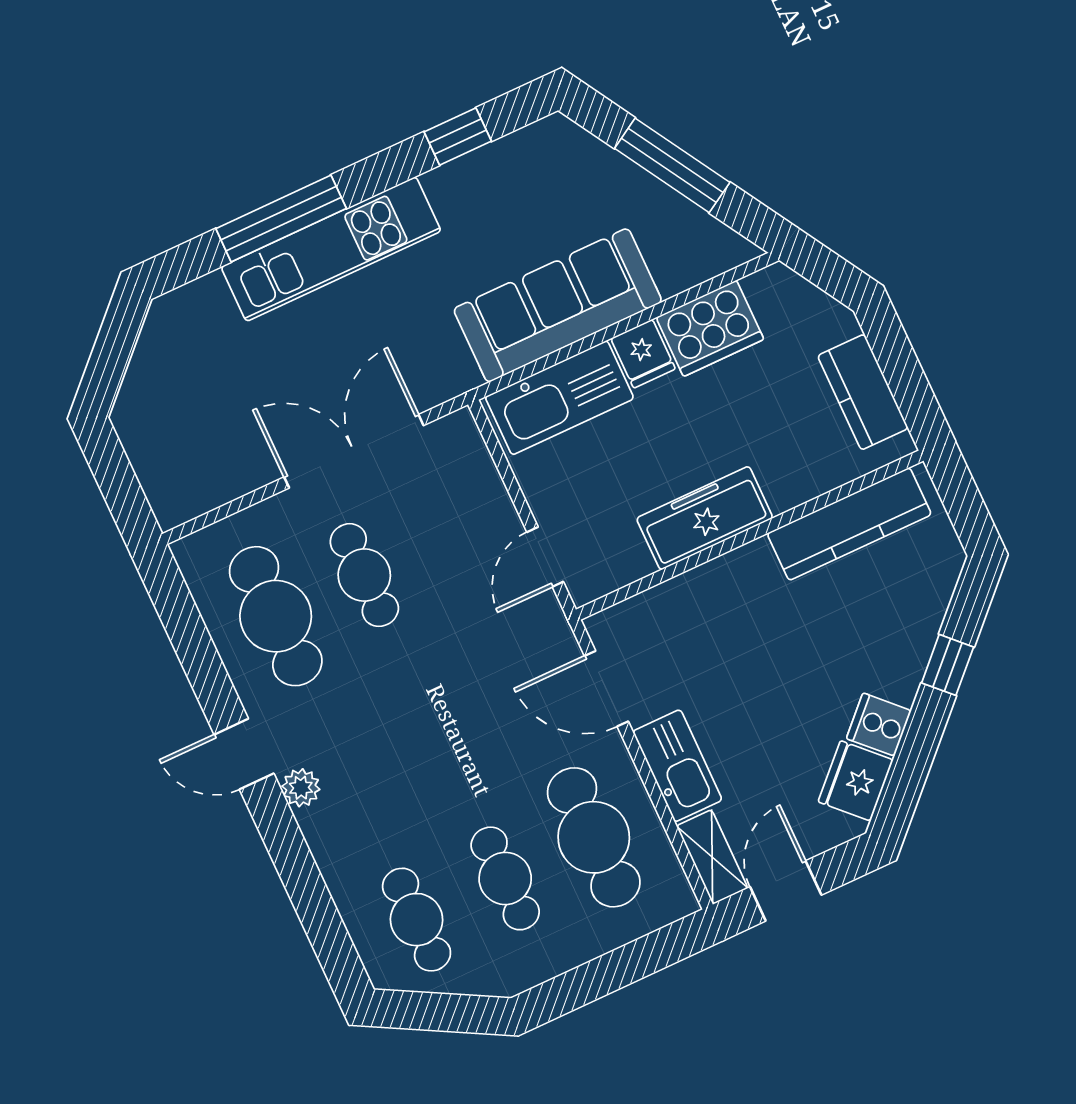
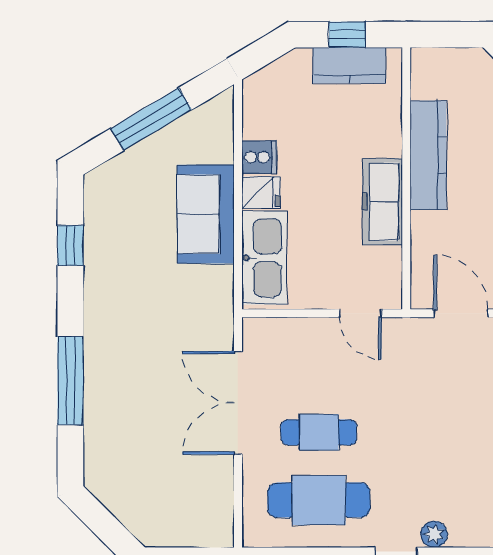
kitchen unit: (331, 249) -> (104, 358), removed
sofa: (558, 305) -> (206, 214), width x0.73
cooker: (710, 328) -> (259, 157), width x0.53, depth x0.76
window: (902, 371) -> (347, 35), added
kitchen counter: (849, 524) -> (428, 155), moved
door: (606, 689) -> (461, 313), swing flipped

